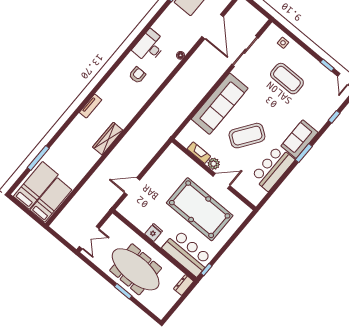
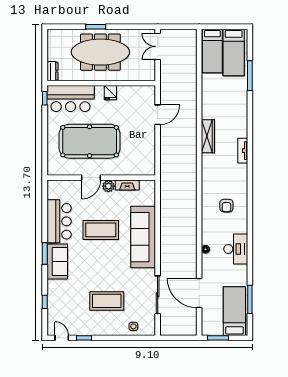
desk: (149, 46) -> (236, 249), moved
coffee table: (247, 136) -> (101, 230), turned 55

